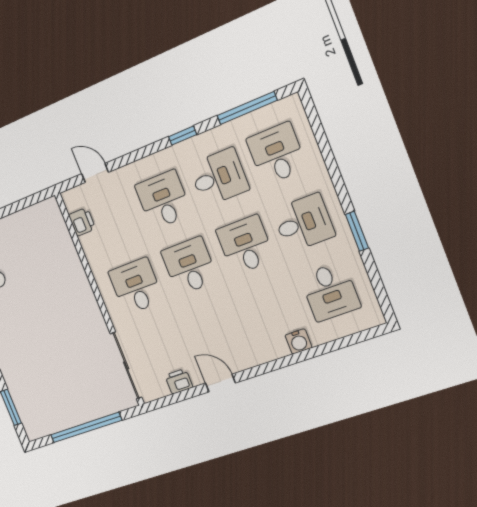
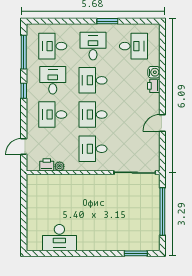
plant: (88, 243) -> (60, 166), added
printer: (179, 381) -> (154, 86), moved

